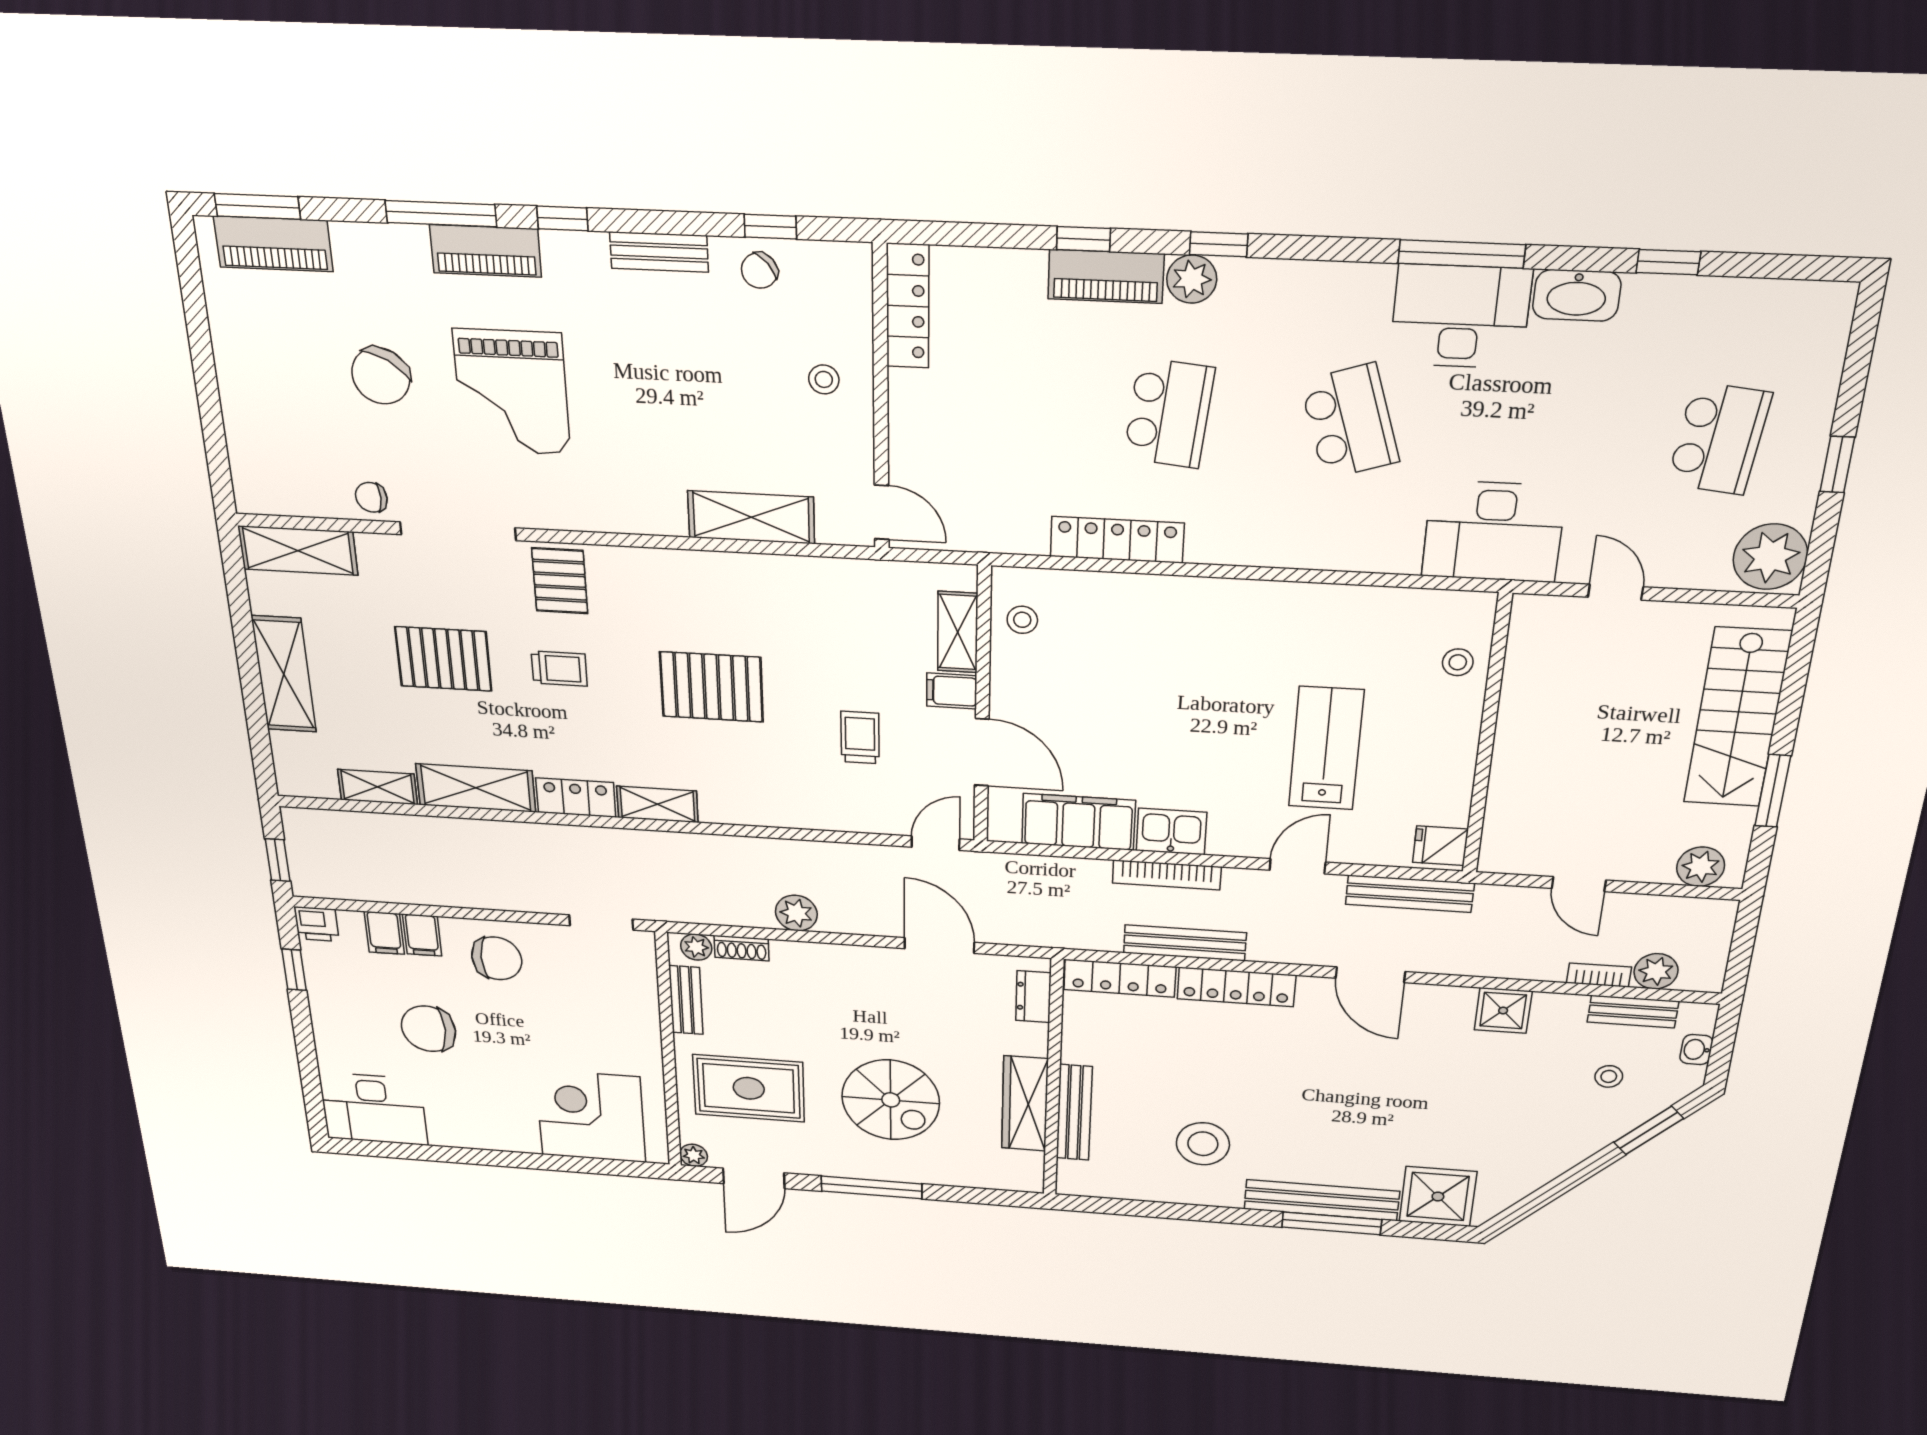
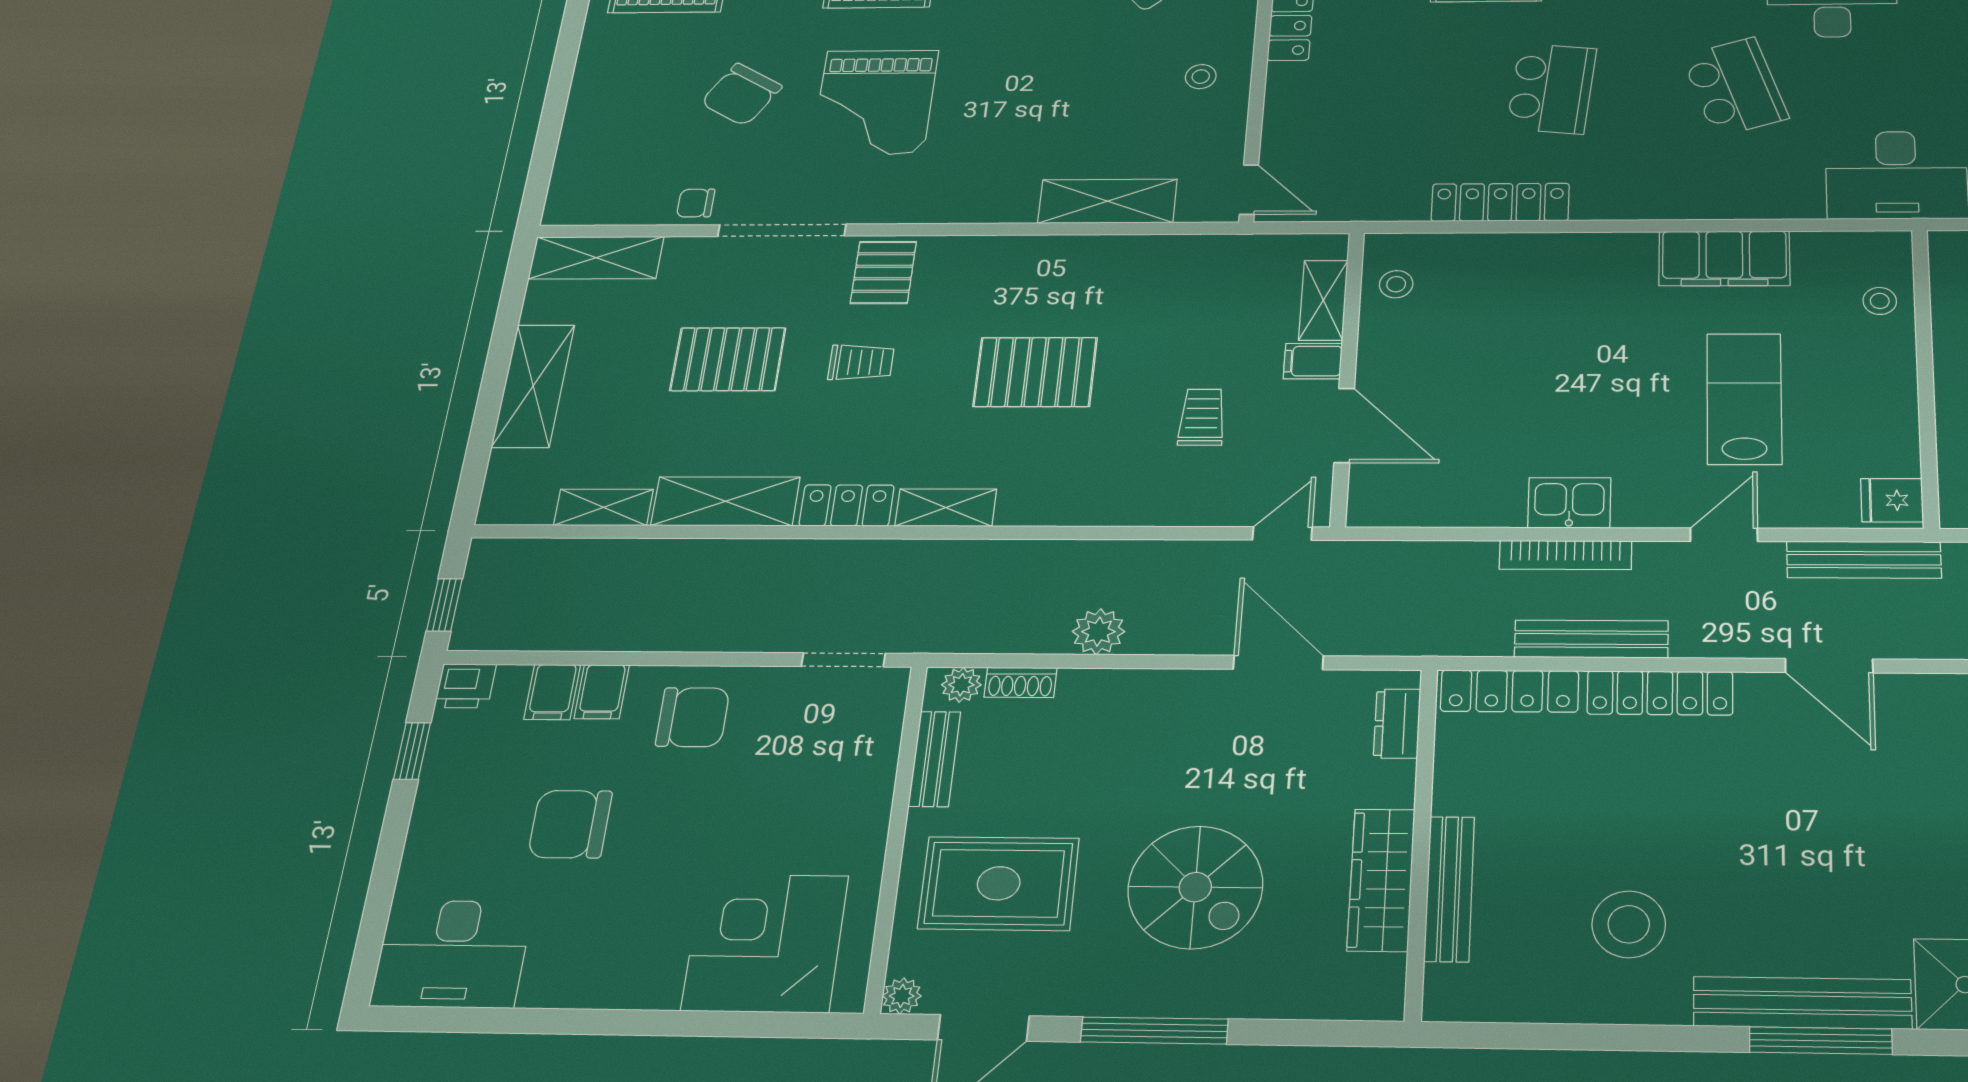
filing cabinet: (1078, 822) -> (1724, 258), moved, turned 180

